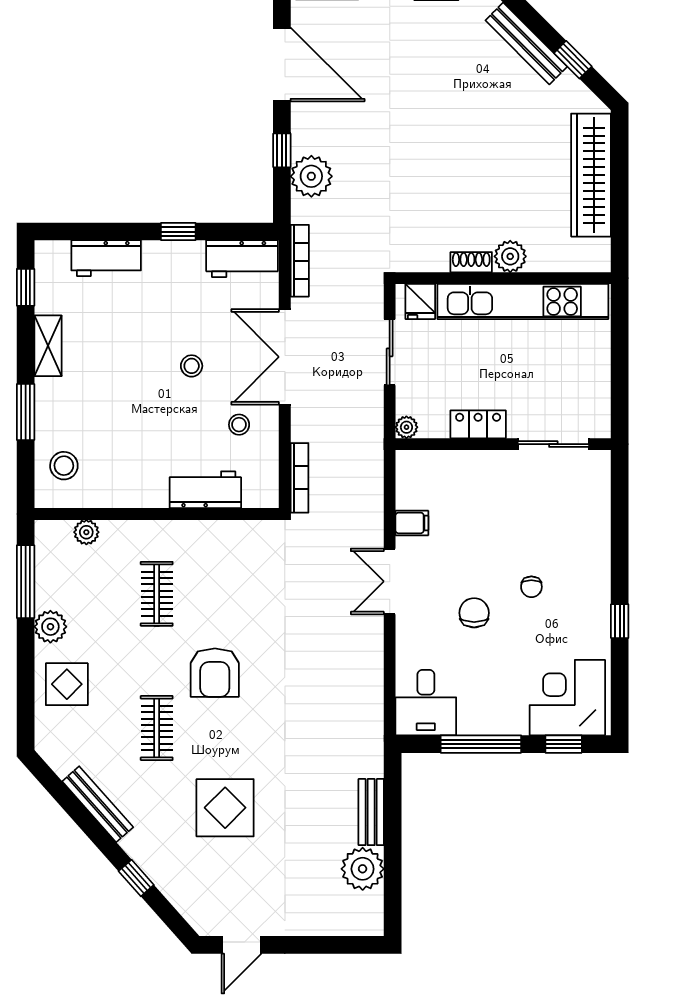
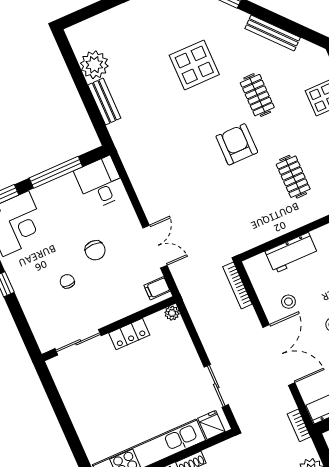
bookcase: (300, 261) -> (299, 425), width x0.64
locker: (478, 424) -> (129, 334), moved
plant: (406, 427) -> (172, 313), moved
wall: (503, 444) -> (109, 329), moved
sliding door: (553, 444) -> (78, 342), moved

